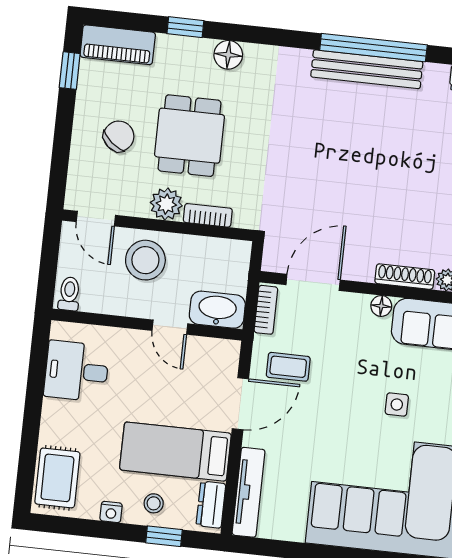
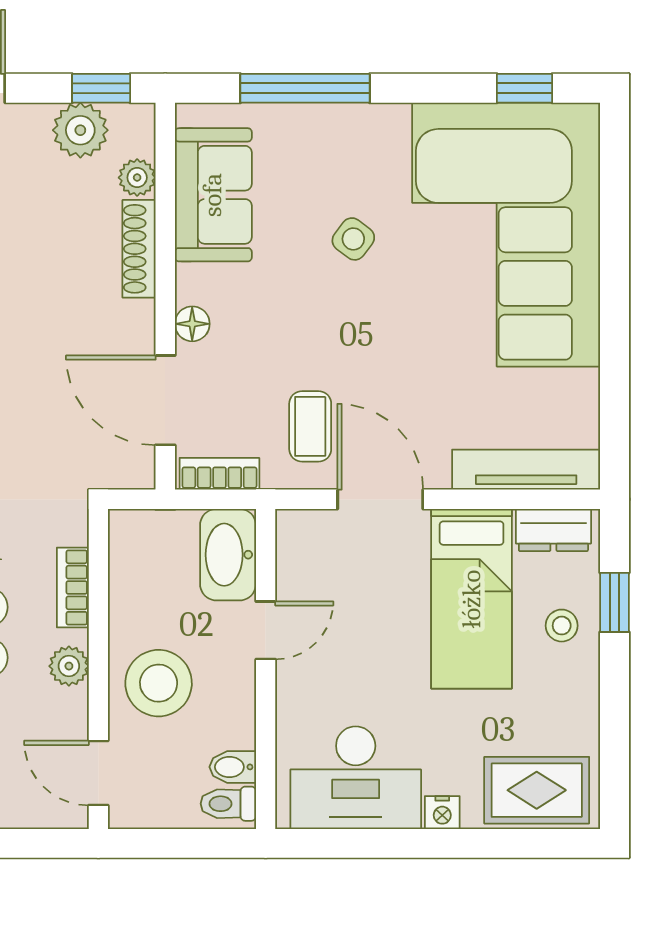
plant: (166, 204) -> (69, 666), width x0.73, depth x0.73
door: (96, 219) -> (98, 773), swing flipped
bidet: (91, 299) -> (233, 767), added
floor lamp: (381, 306) -> (192, 324), moved
desk: (77, 371) -> (356, 778), width x1.37
side table: (397, 404) -> (353, 239), turned 37
nightstand: (111, 512) -> (442, 813), moved, turned 90

